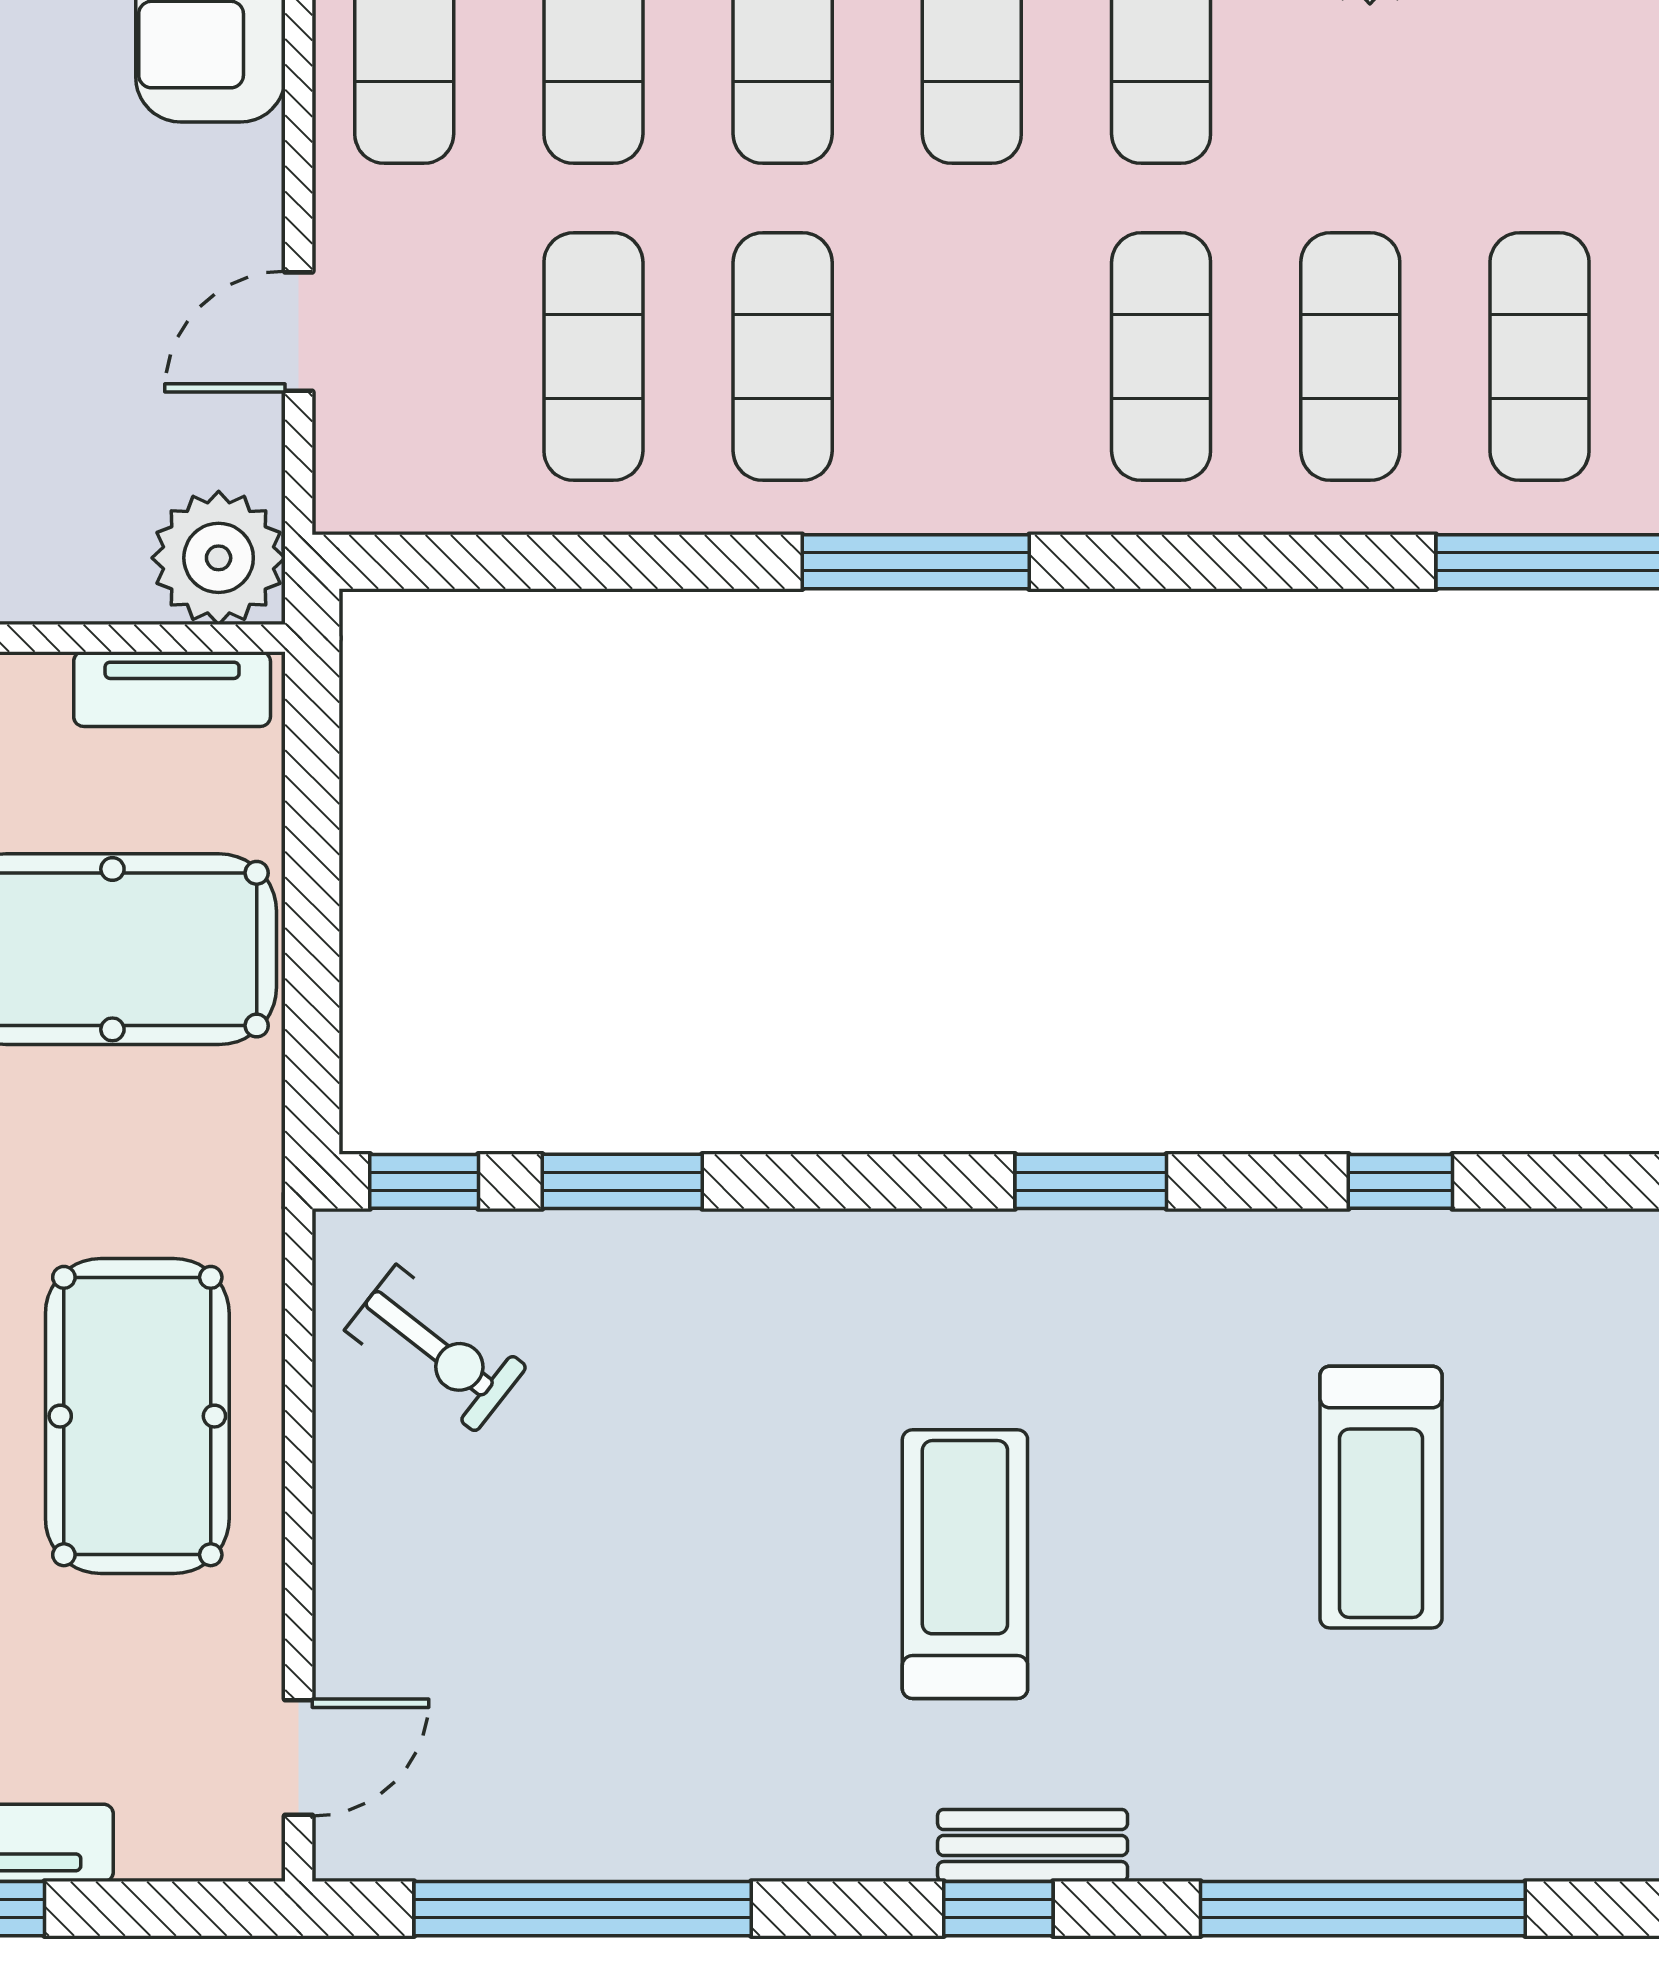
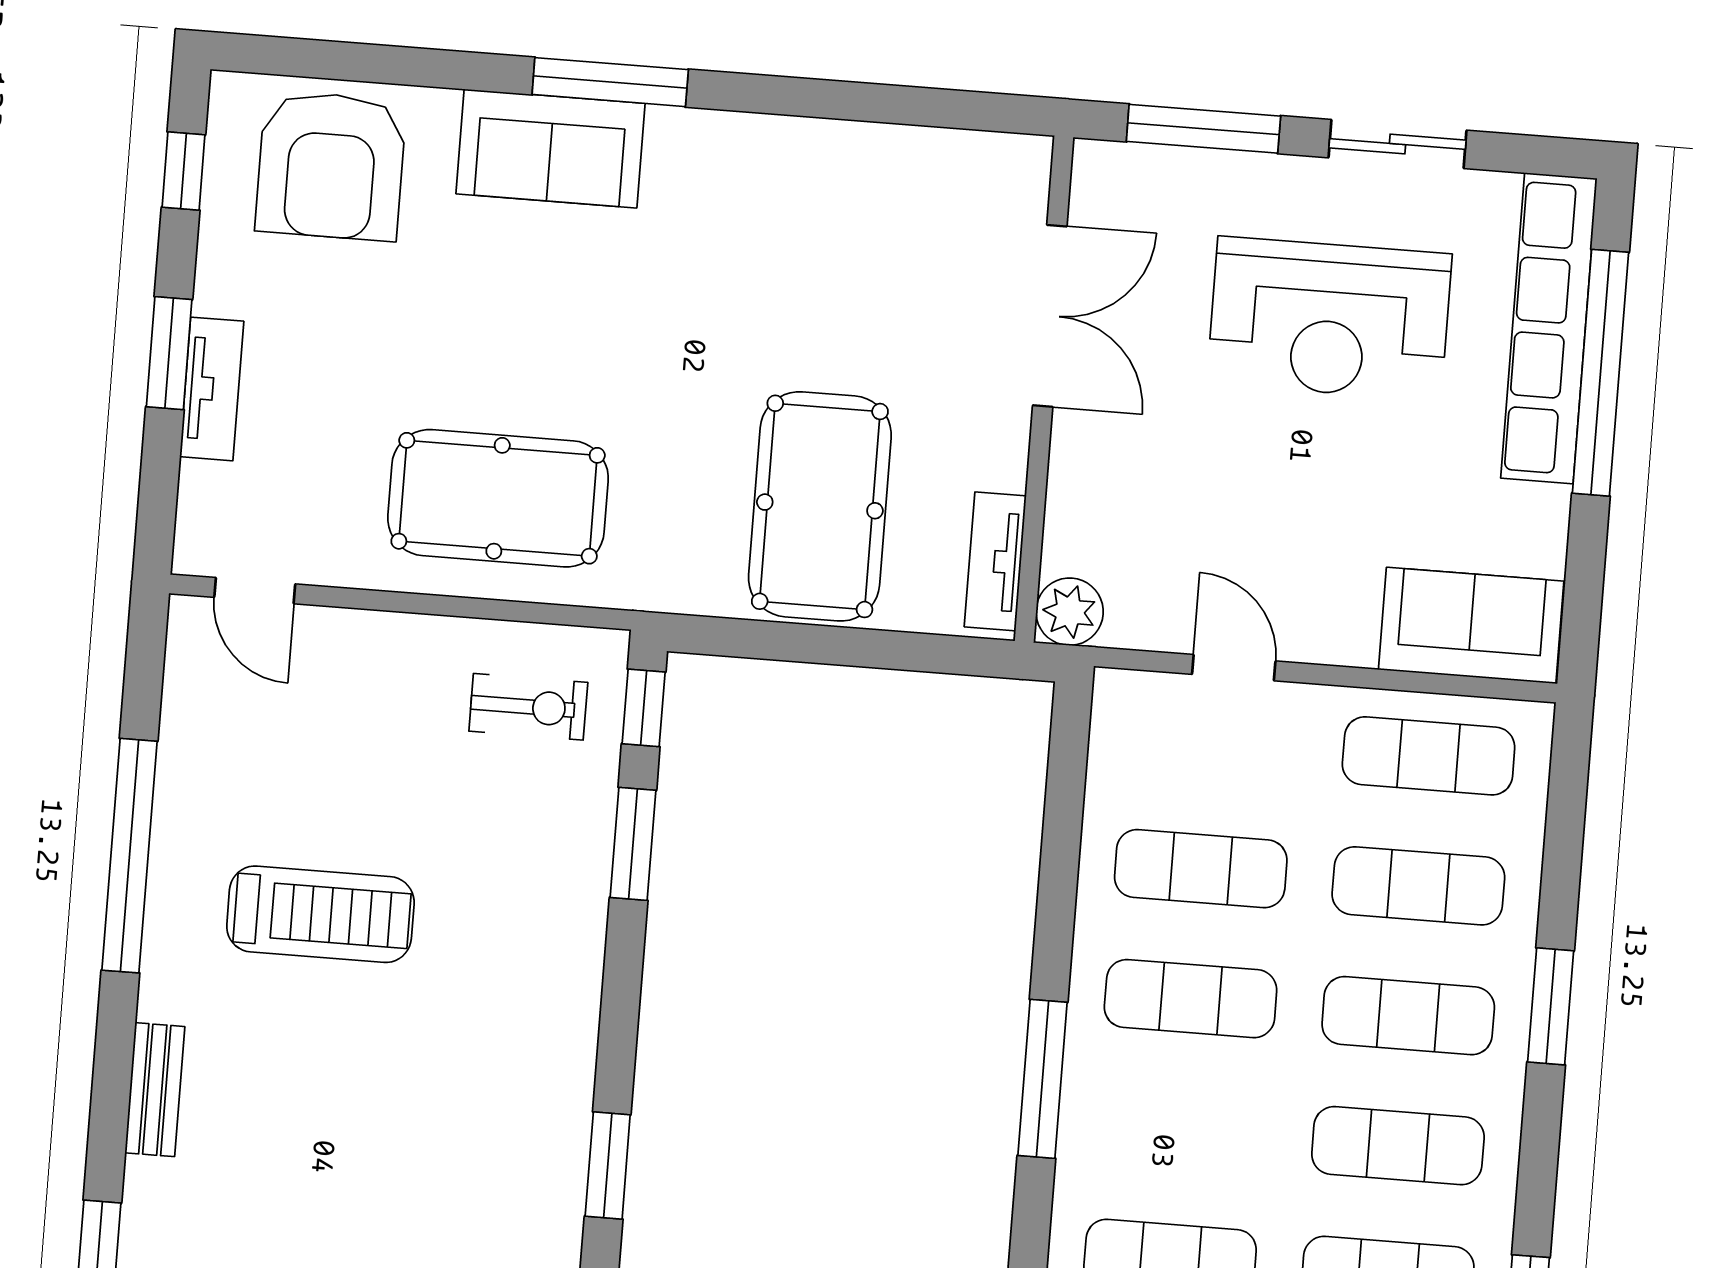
plant: (219, 558) -> (1070, 612), width x0.73, depth x0.73
exercise bike: (436, 1348) -> (528, 707), turned -128
treadmill: (965, 1564) -> (320, 914), moved
window: (583, 1909) -> (130, 856), moved
window: (998, 1909) -> (113, 1063), removed

